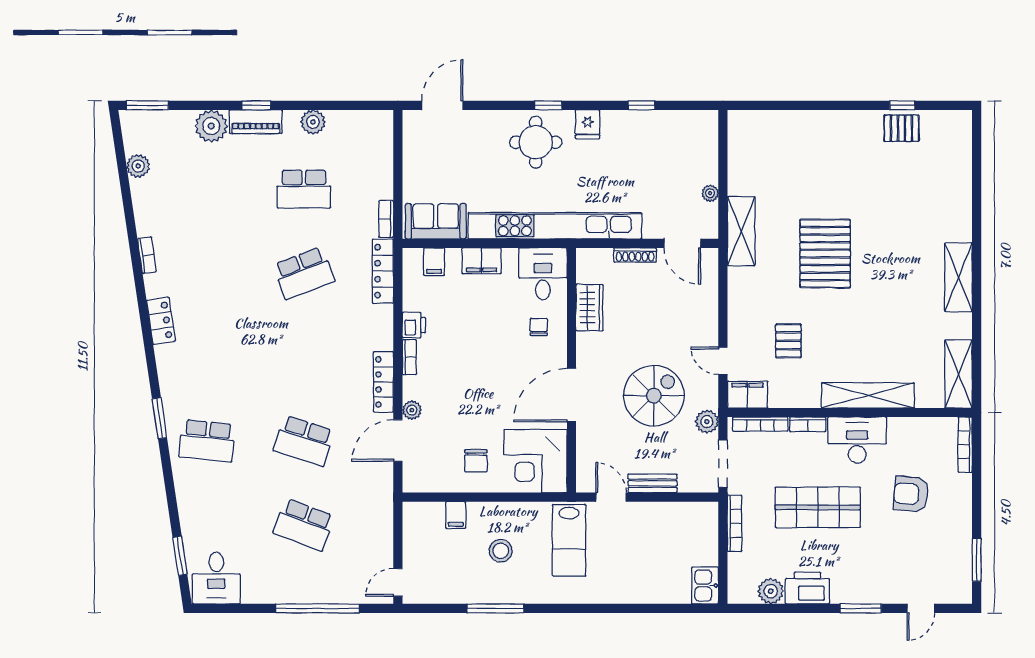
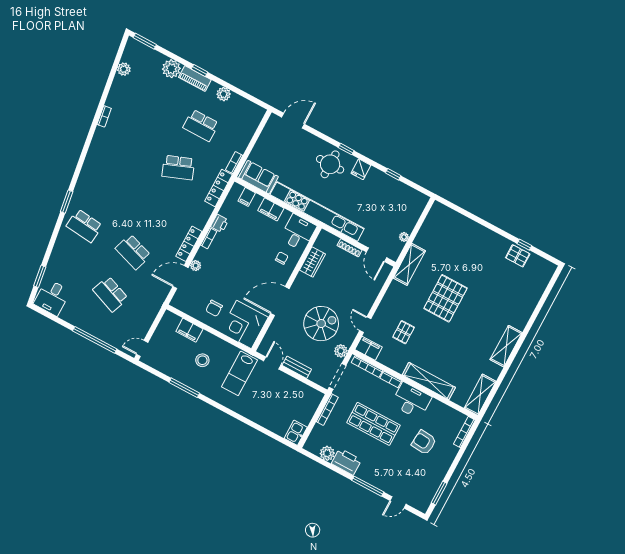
locker: (161, 321) -> (94, 153), removed
filing cabinet: (456, 515) -> (189, 330), width x2.00
window: (861, 608) -> (368, 486), width x1.44

